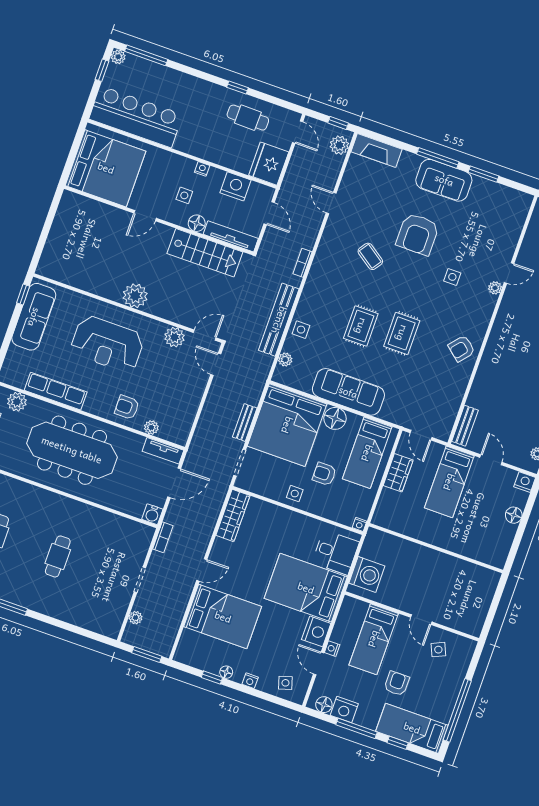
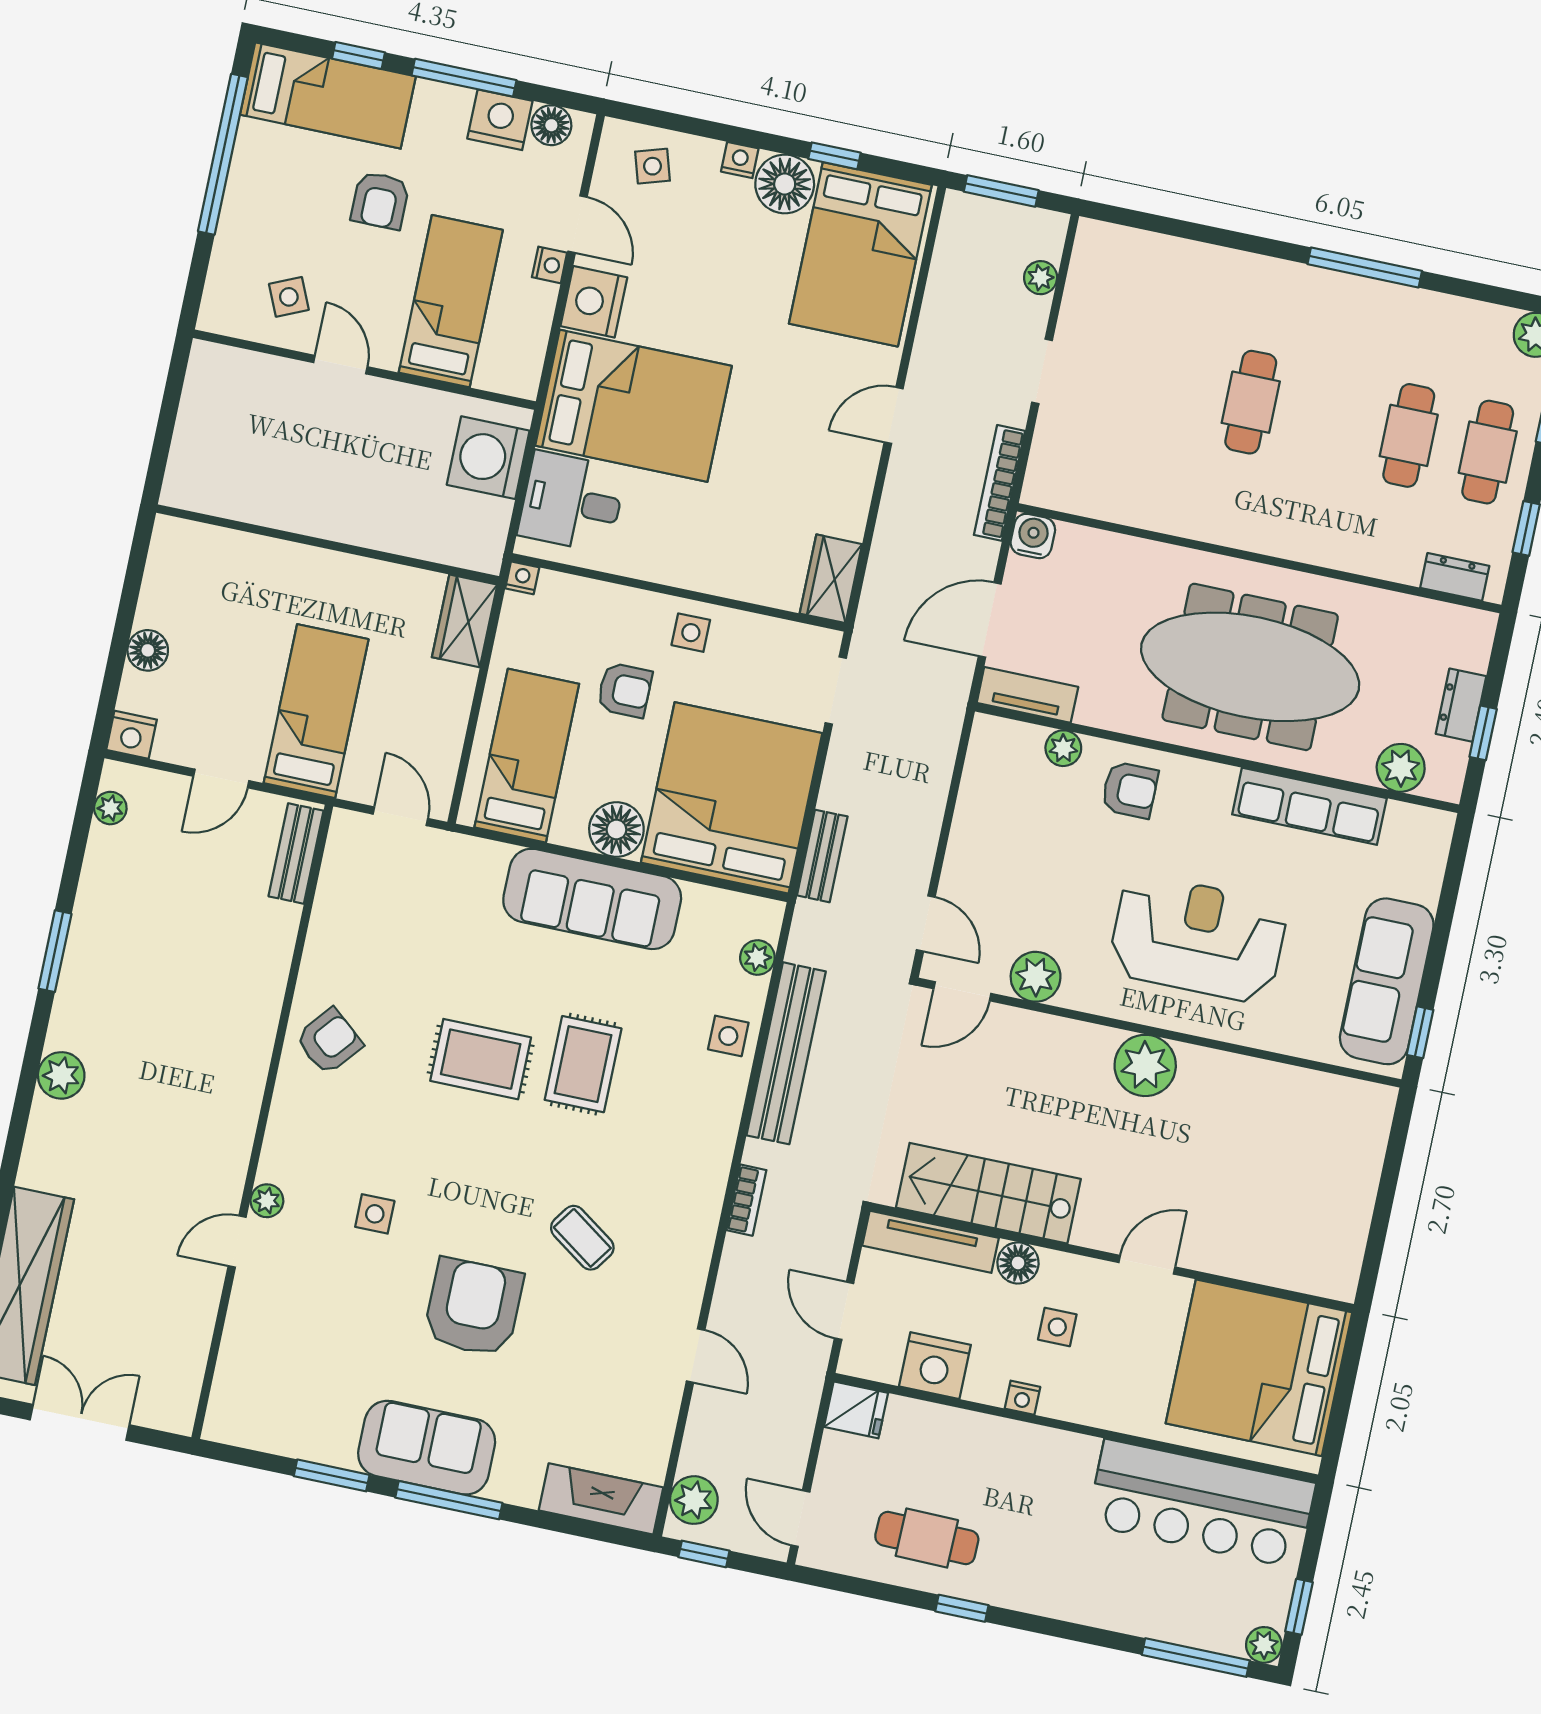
fridge: (269, 164) -> (856, 1410), width x0.53, depth x0.75
rug: (402, 333) -> (481, 1059), turned 90
bench: (245, 422) -> (822, 856), moved
door: (491, 460) -> (221, 778), hinge flipped
wardrobe: (398, 473) -> (465, 621), moved
wardrobe: (233, 515) -> (831, 579), width x0.67
bookcase: (163, 537) -> (999, 483), width x1.56
bed: (223, 617) -> (860, 254), moved, turned -90
floor lamp: (226, 672) -> (785, 184), width x1.89, depth x1.89

